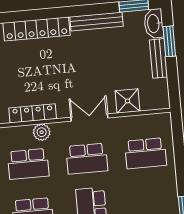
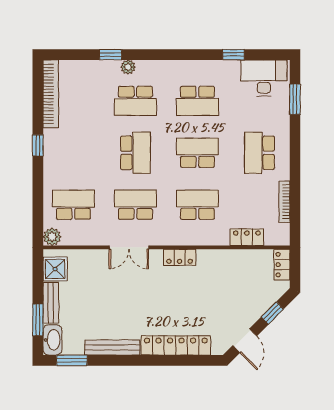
shower: (128, 101) -> (55, 269), moved
locker: (33, 113) -> (180, 257), width x0.66
plant: (42, 132) -> (52, 237), moved

